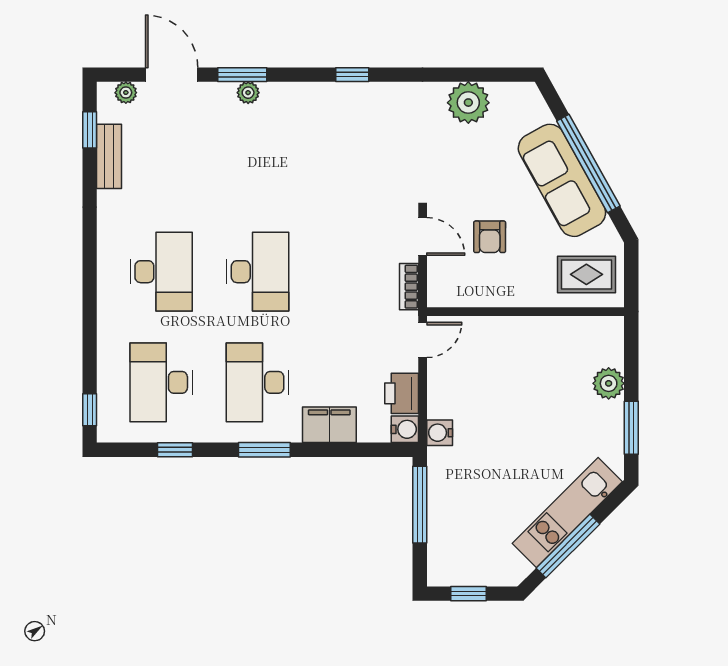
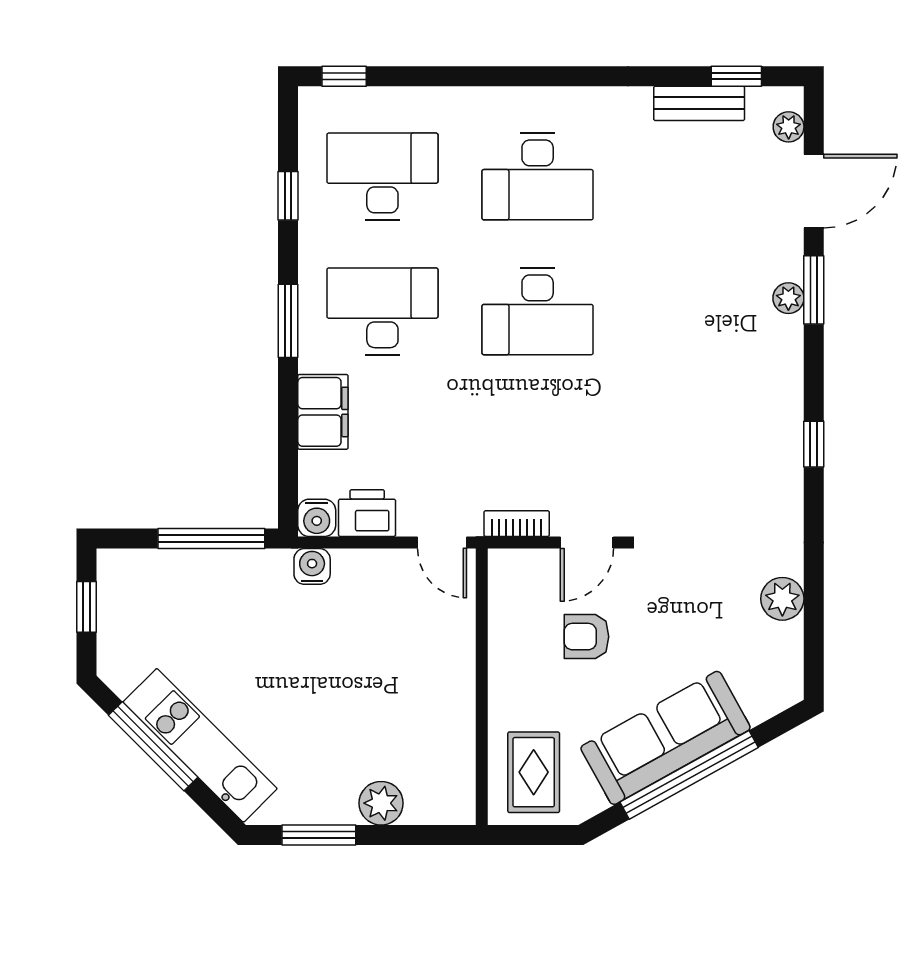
plant: (468, 103) -> (782, 599), width x0.73, depth x0.73

